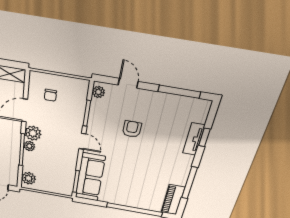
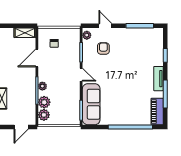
armchair: (132, 129) -> (103, 49), moved
plant: (33, 133) -> (44, 102), moved
tv unit: (194, 139) -> (158, 79), moved

